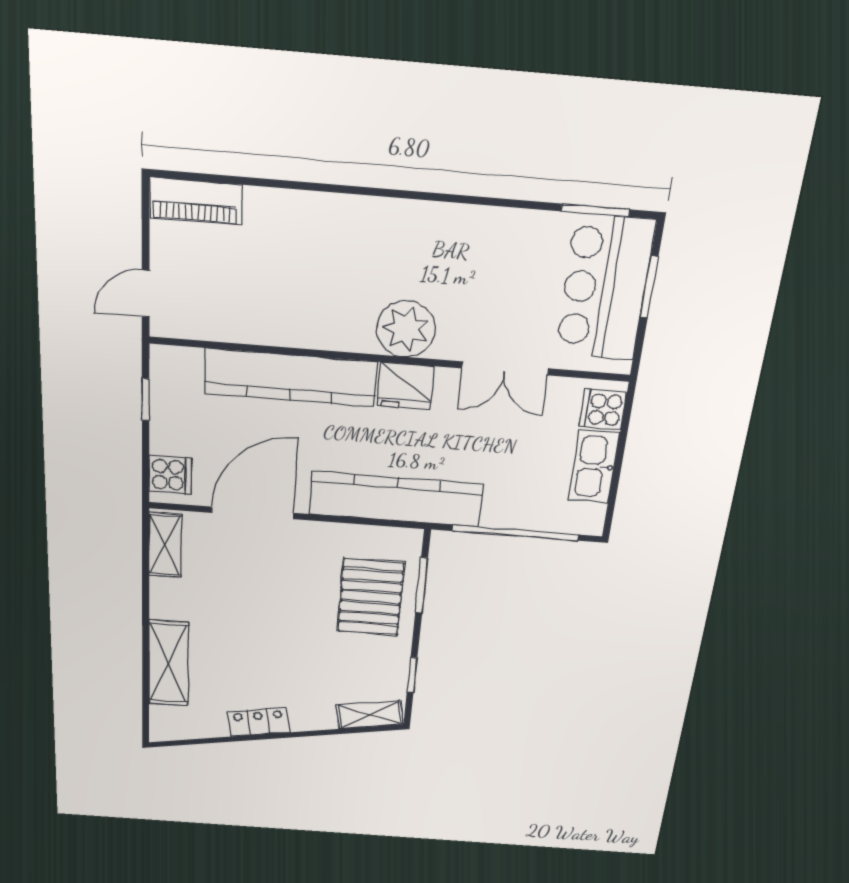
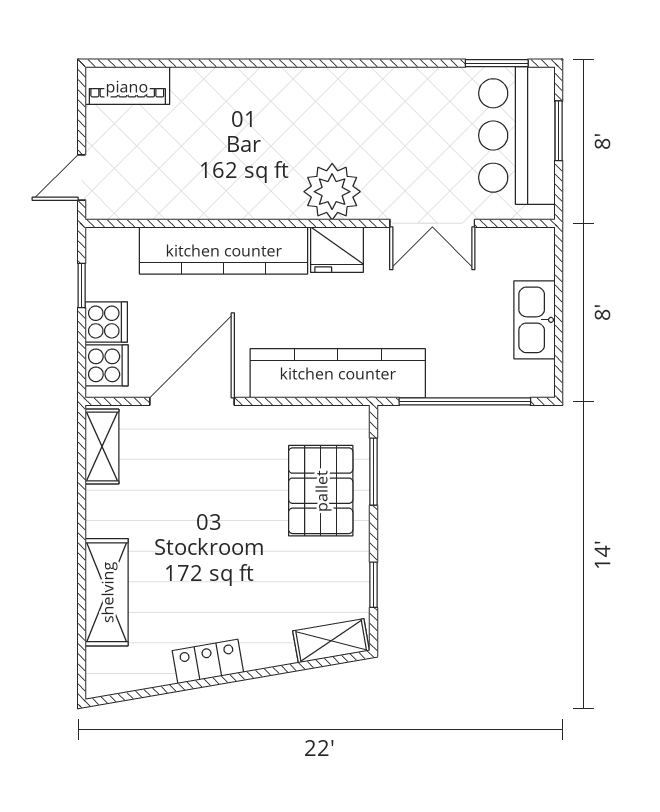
cooker: (603, 409) -> (106, 322), moved, turned 180

